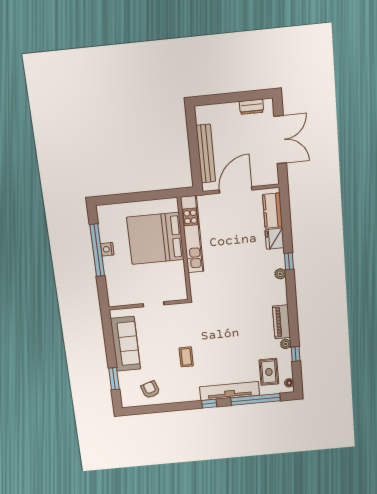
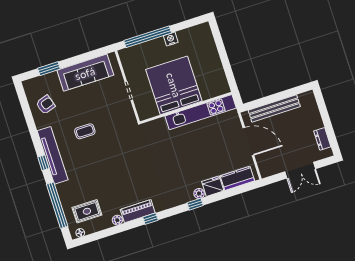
double door: (280, 140) -> (300, 170), width x0.73
bed: (155, 238) -> (174, 85), moved
window: (97, 250) -> (148, 37), moved
plant: (280, 274) -> (199, 194), moved
window: (296, 354) -> (150, 219), moved
tv unit: (229, 391) -> (53, 155), moved

